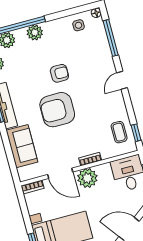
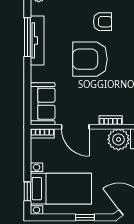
sofa: (22, 146) -> (43, 104), moved
plant: (87, 178) -> (118, 139), moved

